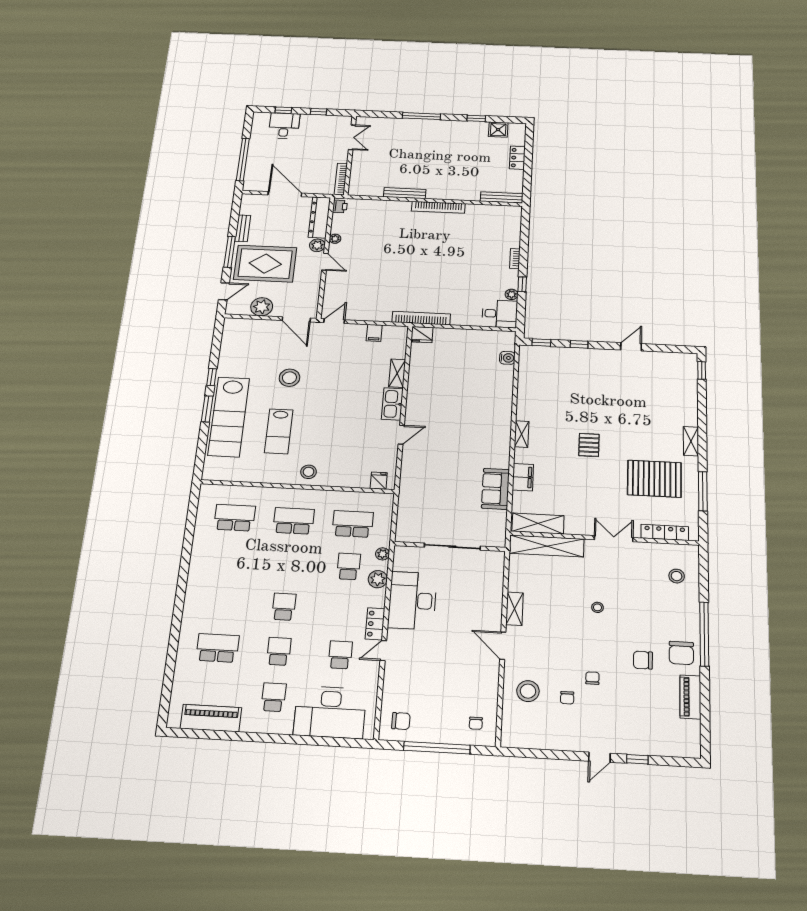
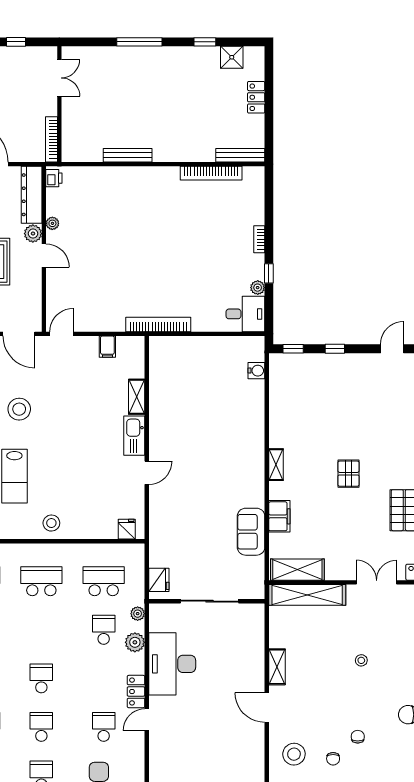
bookcase: (438, 207) -> (211, 173), moved
fridge: (422, 335) -> (159, 580), moved, turned -90

